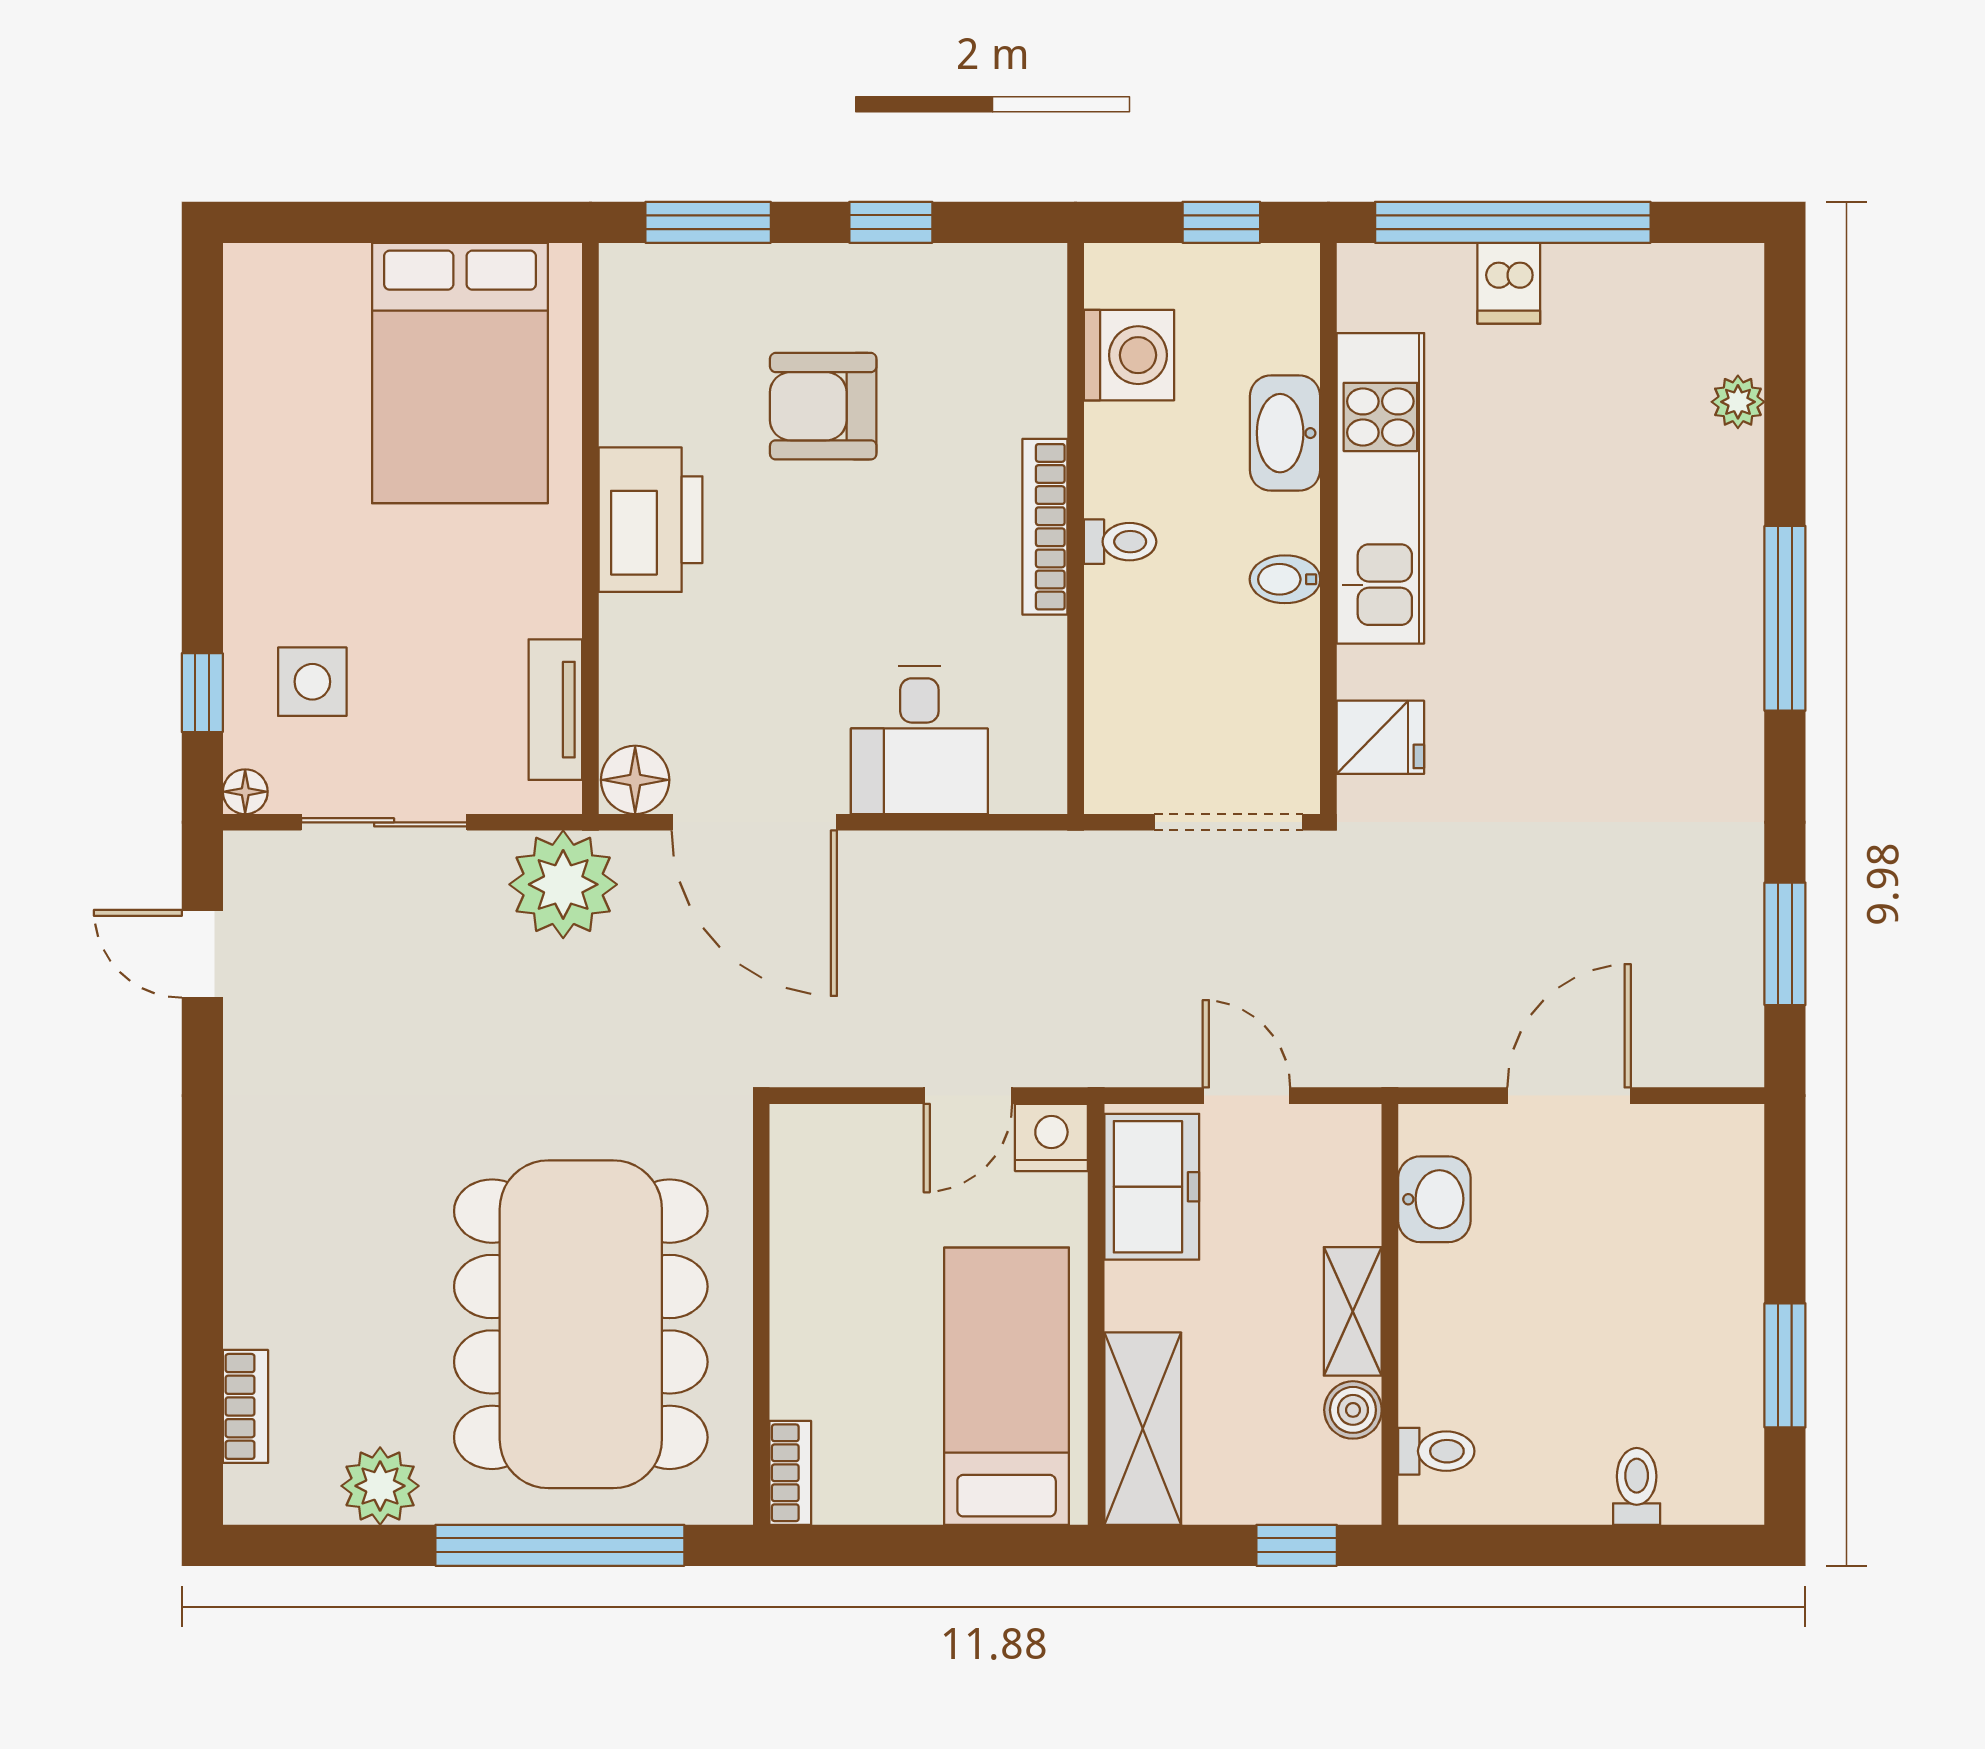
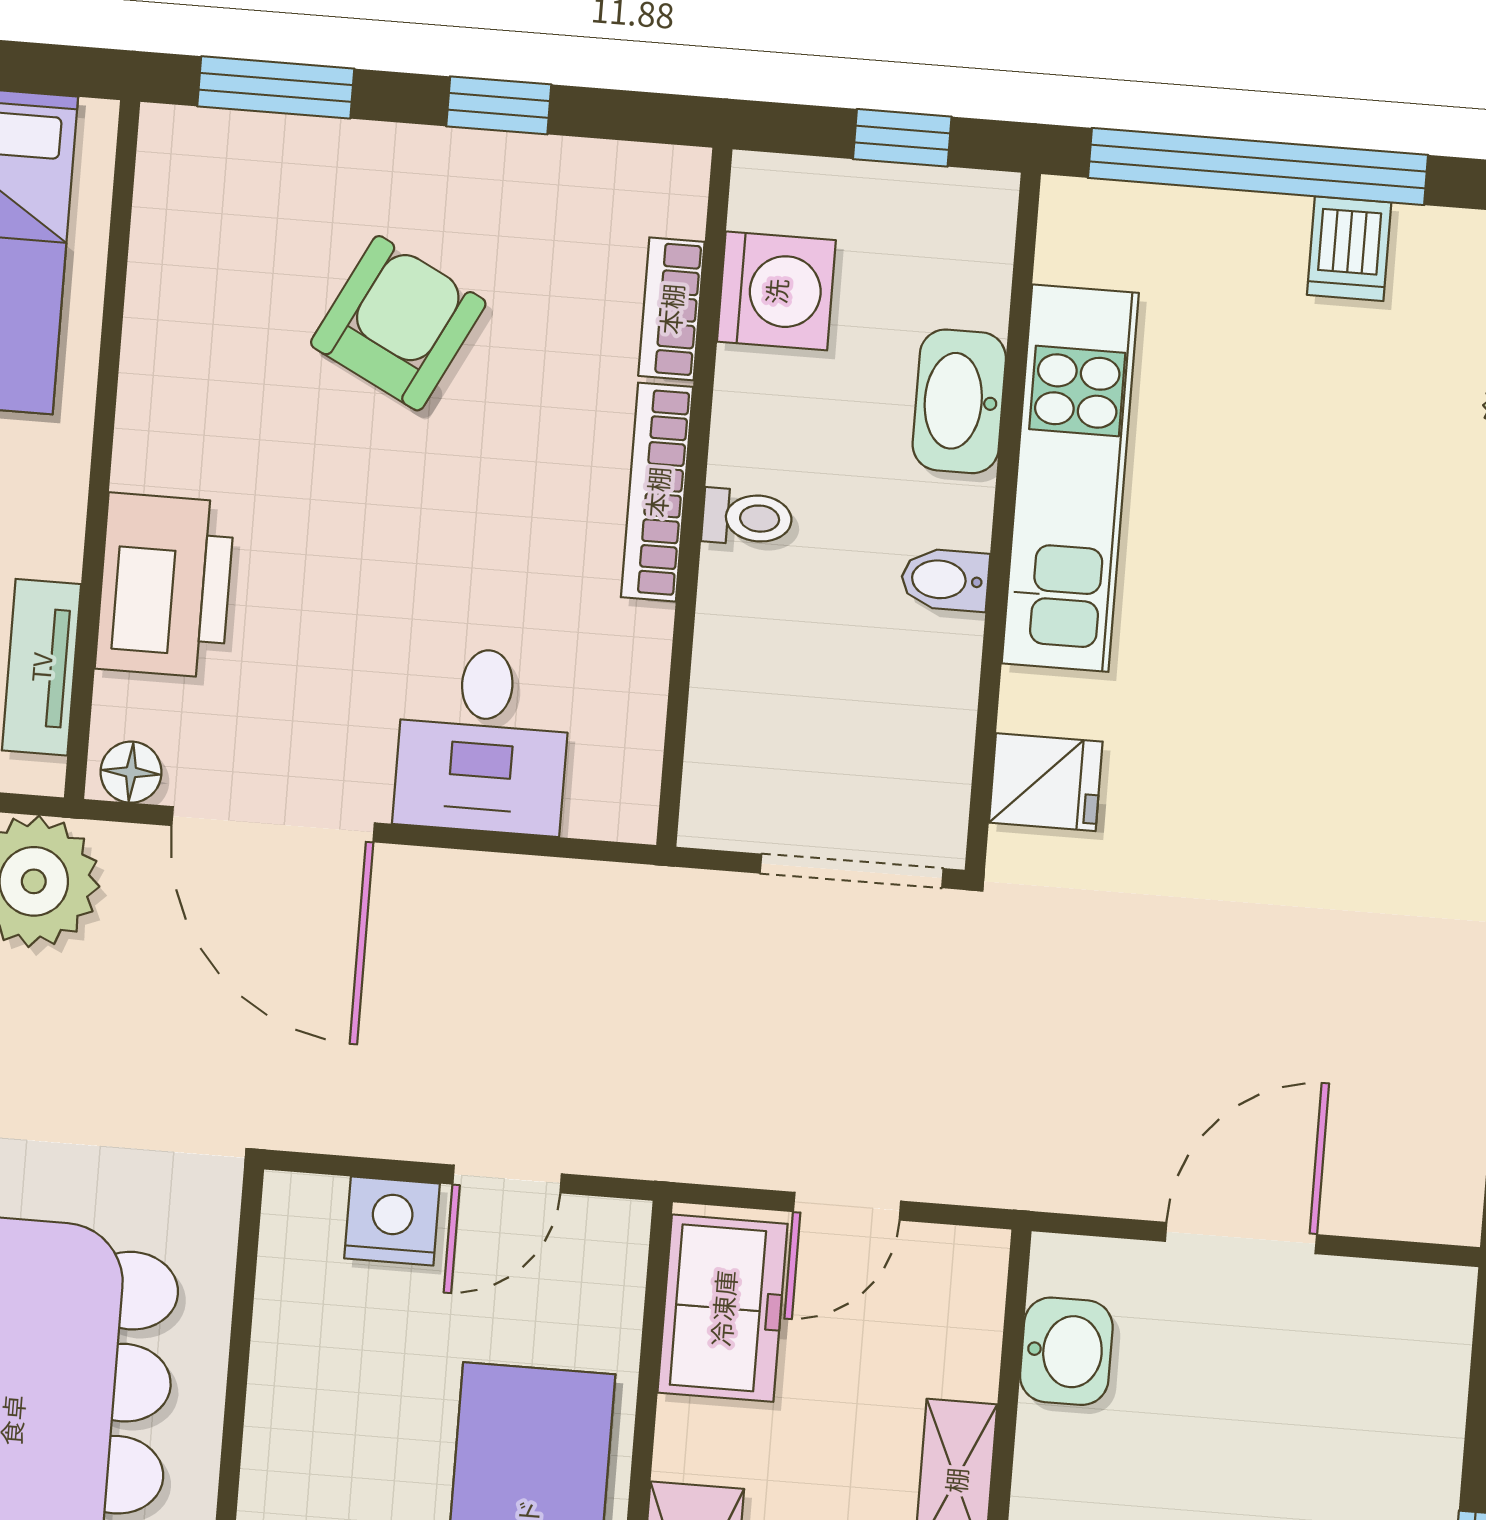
dishwasher: (1509, 283) -> (1349, 249), moved
bookcase: (1045, 377) -> (671, 309), added
armchair: (823, 406) -> (398, 323), turned 117
printer: (651, 520) -> (165, 585), moved
floor lamp: (635, 780) -> (131, 772), width x0.73, depth x0.73
door: (1246, 1096) -> (847, 1206), swing flipped
nightstand: (1051, 1137) -> (392, 1221), moved

